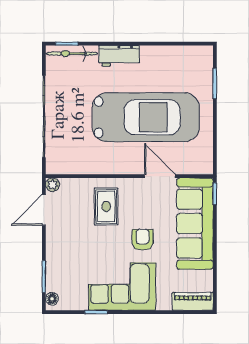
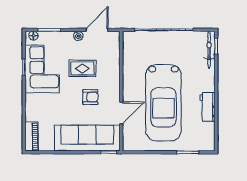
workbench: (119, 56) -> (207, 107), moved
plant: (53, 185) -> (78, 36), moved
rug: (106, 206) -> (83, 68), moved
door: (44, 210) -> (97, 30), hinge flipped
armchair: (143, 240) -> (90, 97), moved
corner sofa: (122, 287) -> (42, 69), moved

